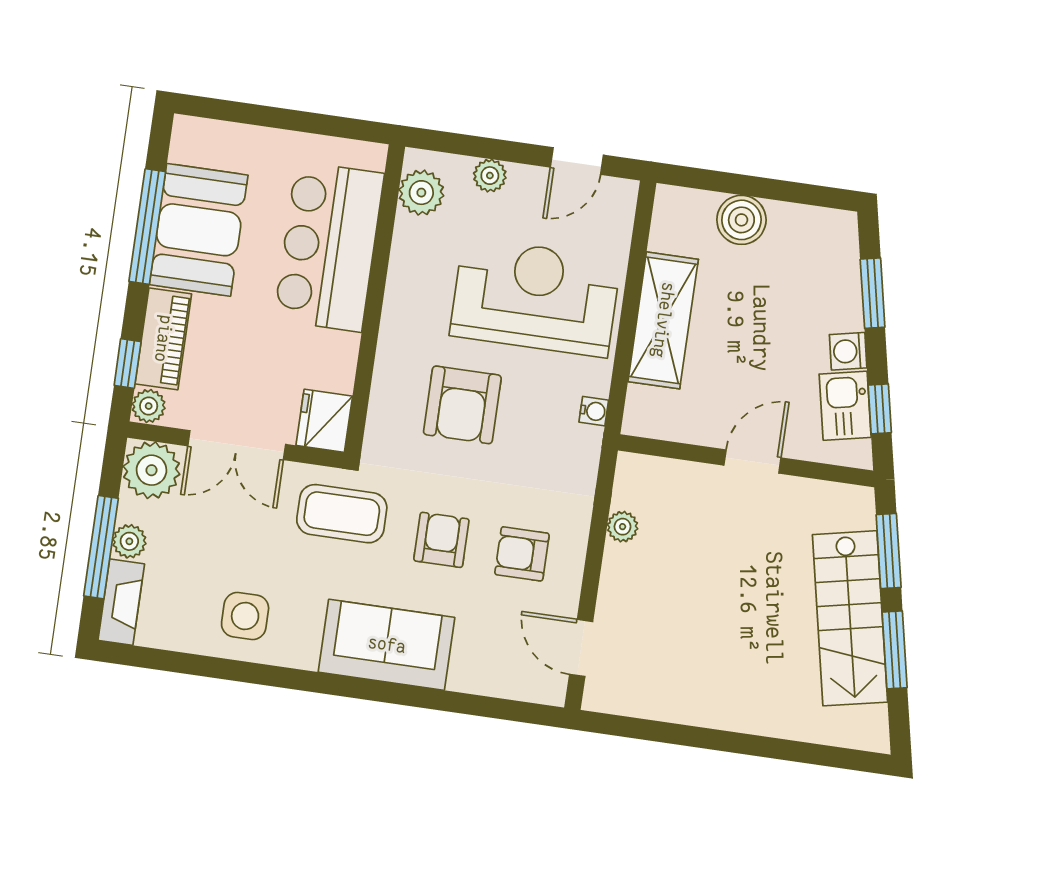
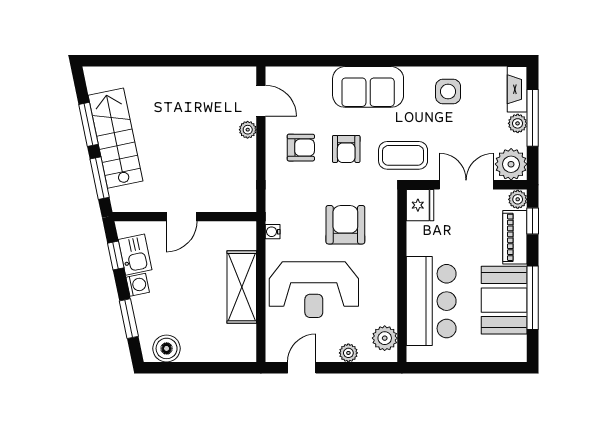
boiler: (741, 220) -> (167, 348), moved
plant: (623, 527) -> (248, 130), moved

